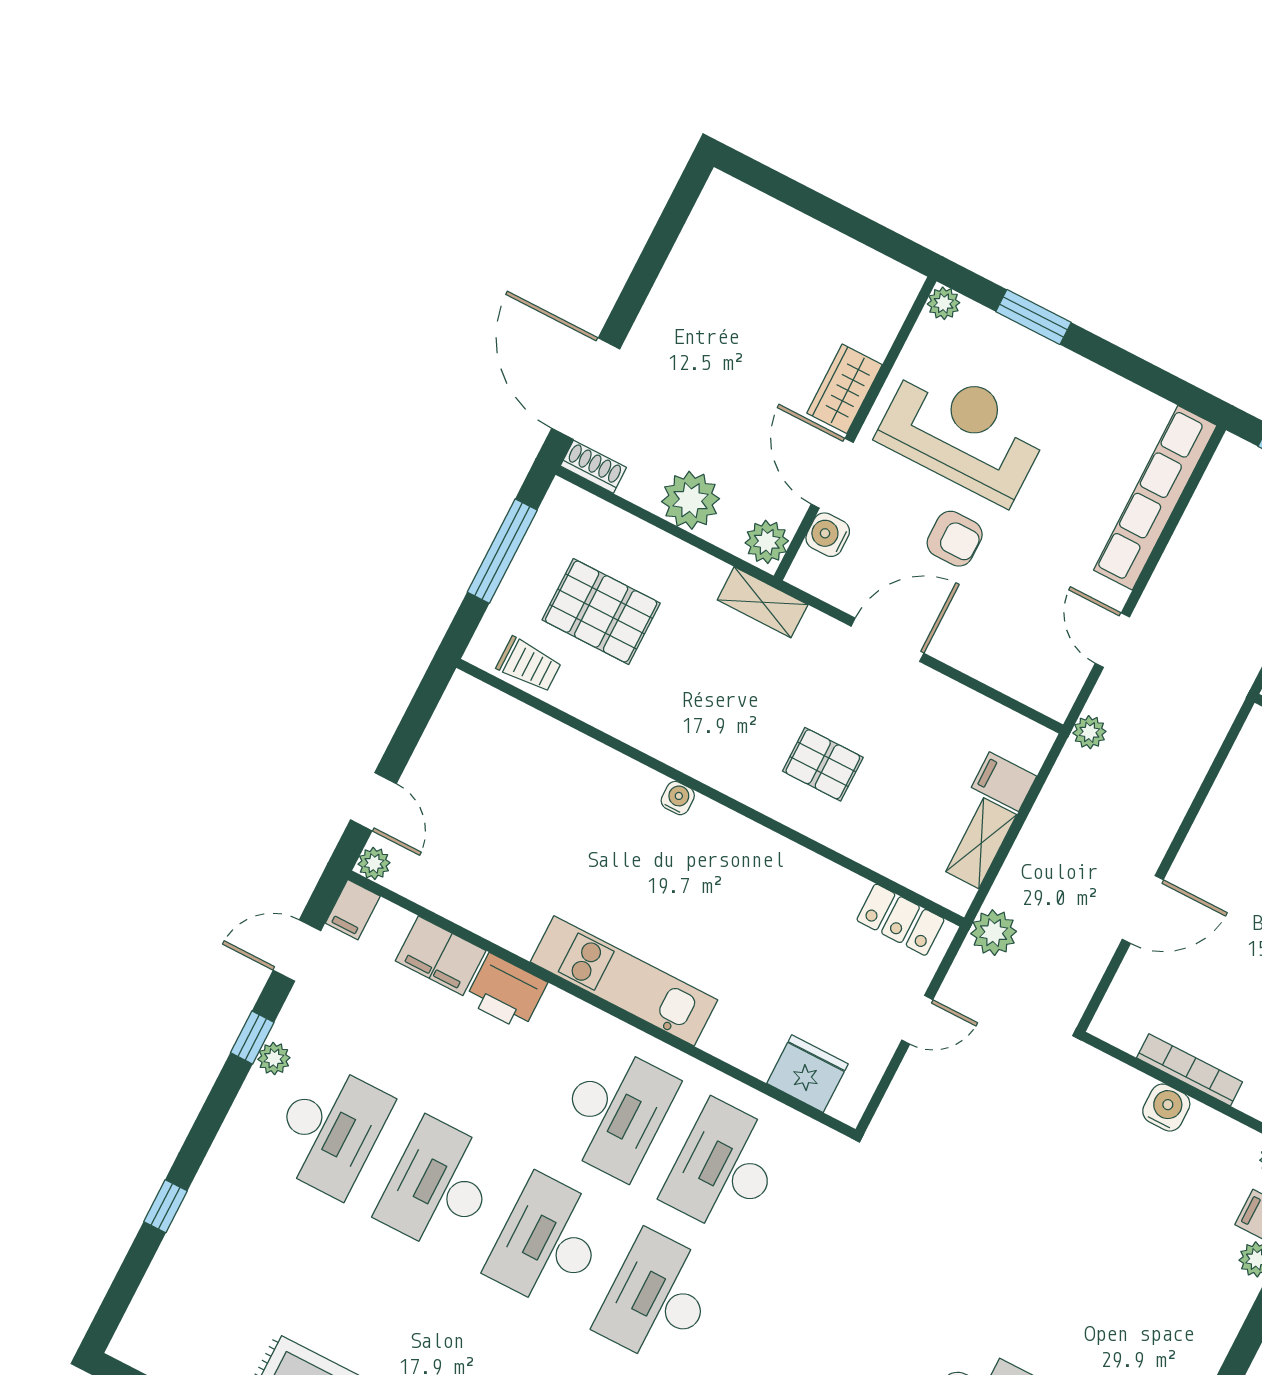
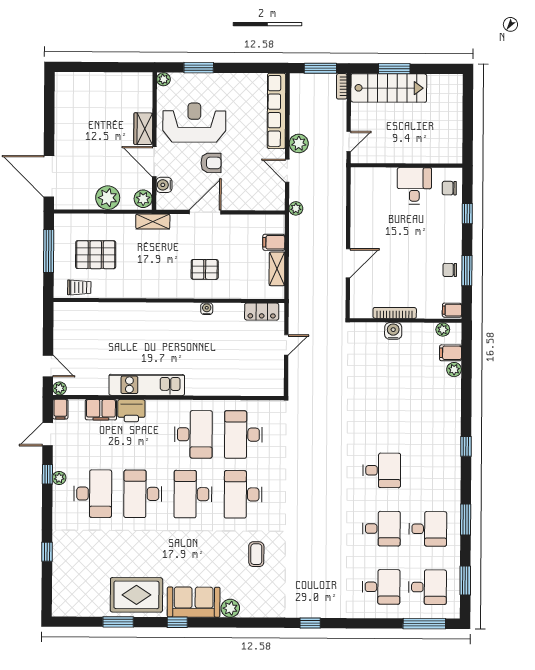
shoe rack: (593, 467) -> (66, 203), removed
water cooler: (678, 798) -> (207, 309), moved
plant: (994, 933) -> (299, 143), moved
kitchen unit: (624, 981) -> (147, 385), moved
fridge: (807, 1074) -> (256, 385), removed

